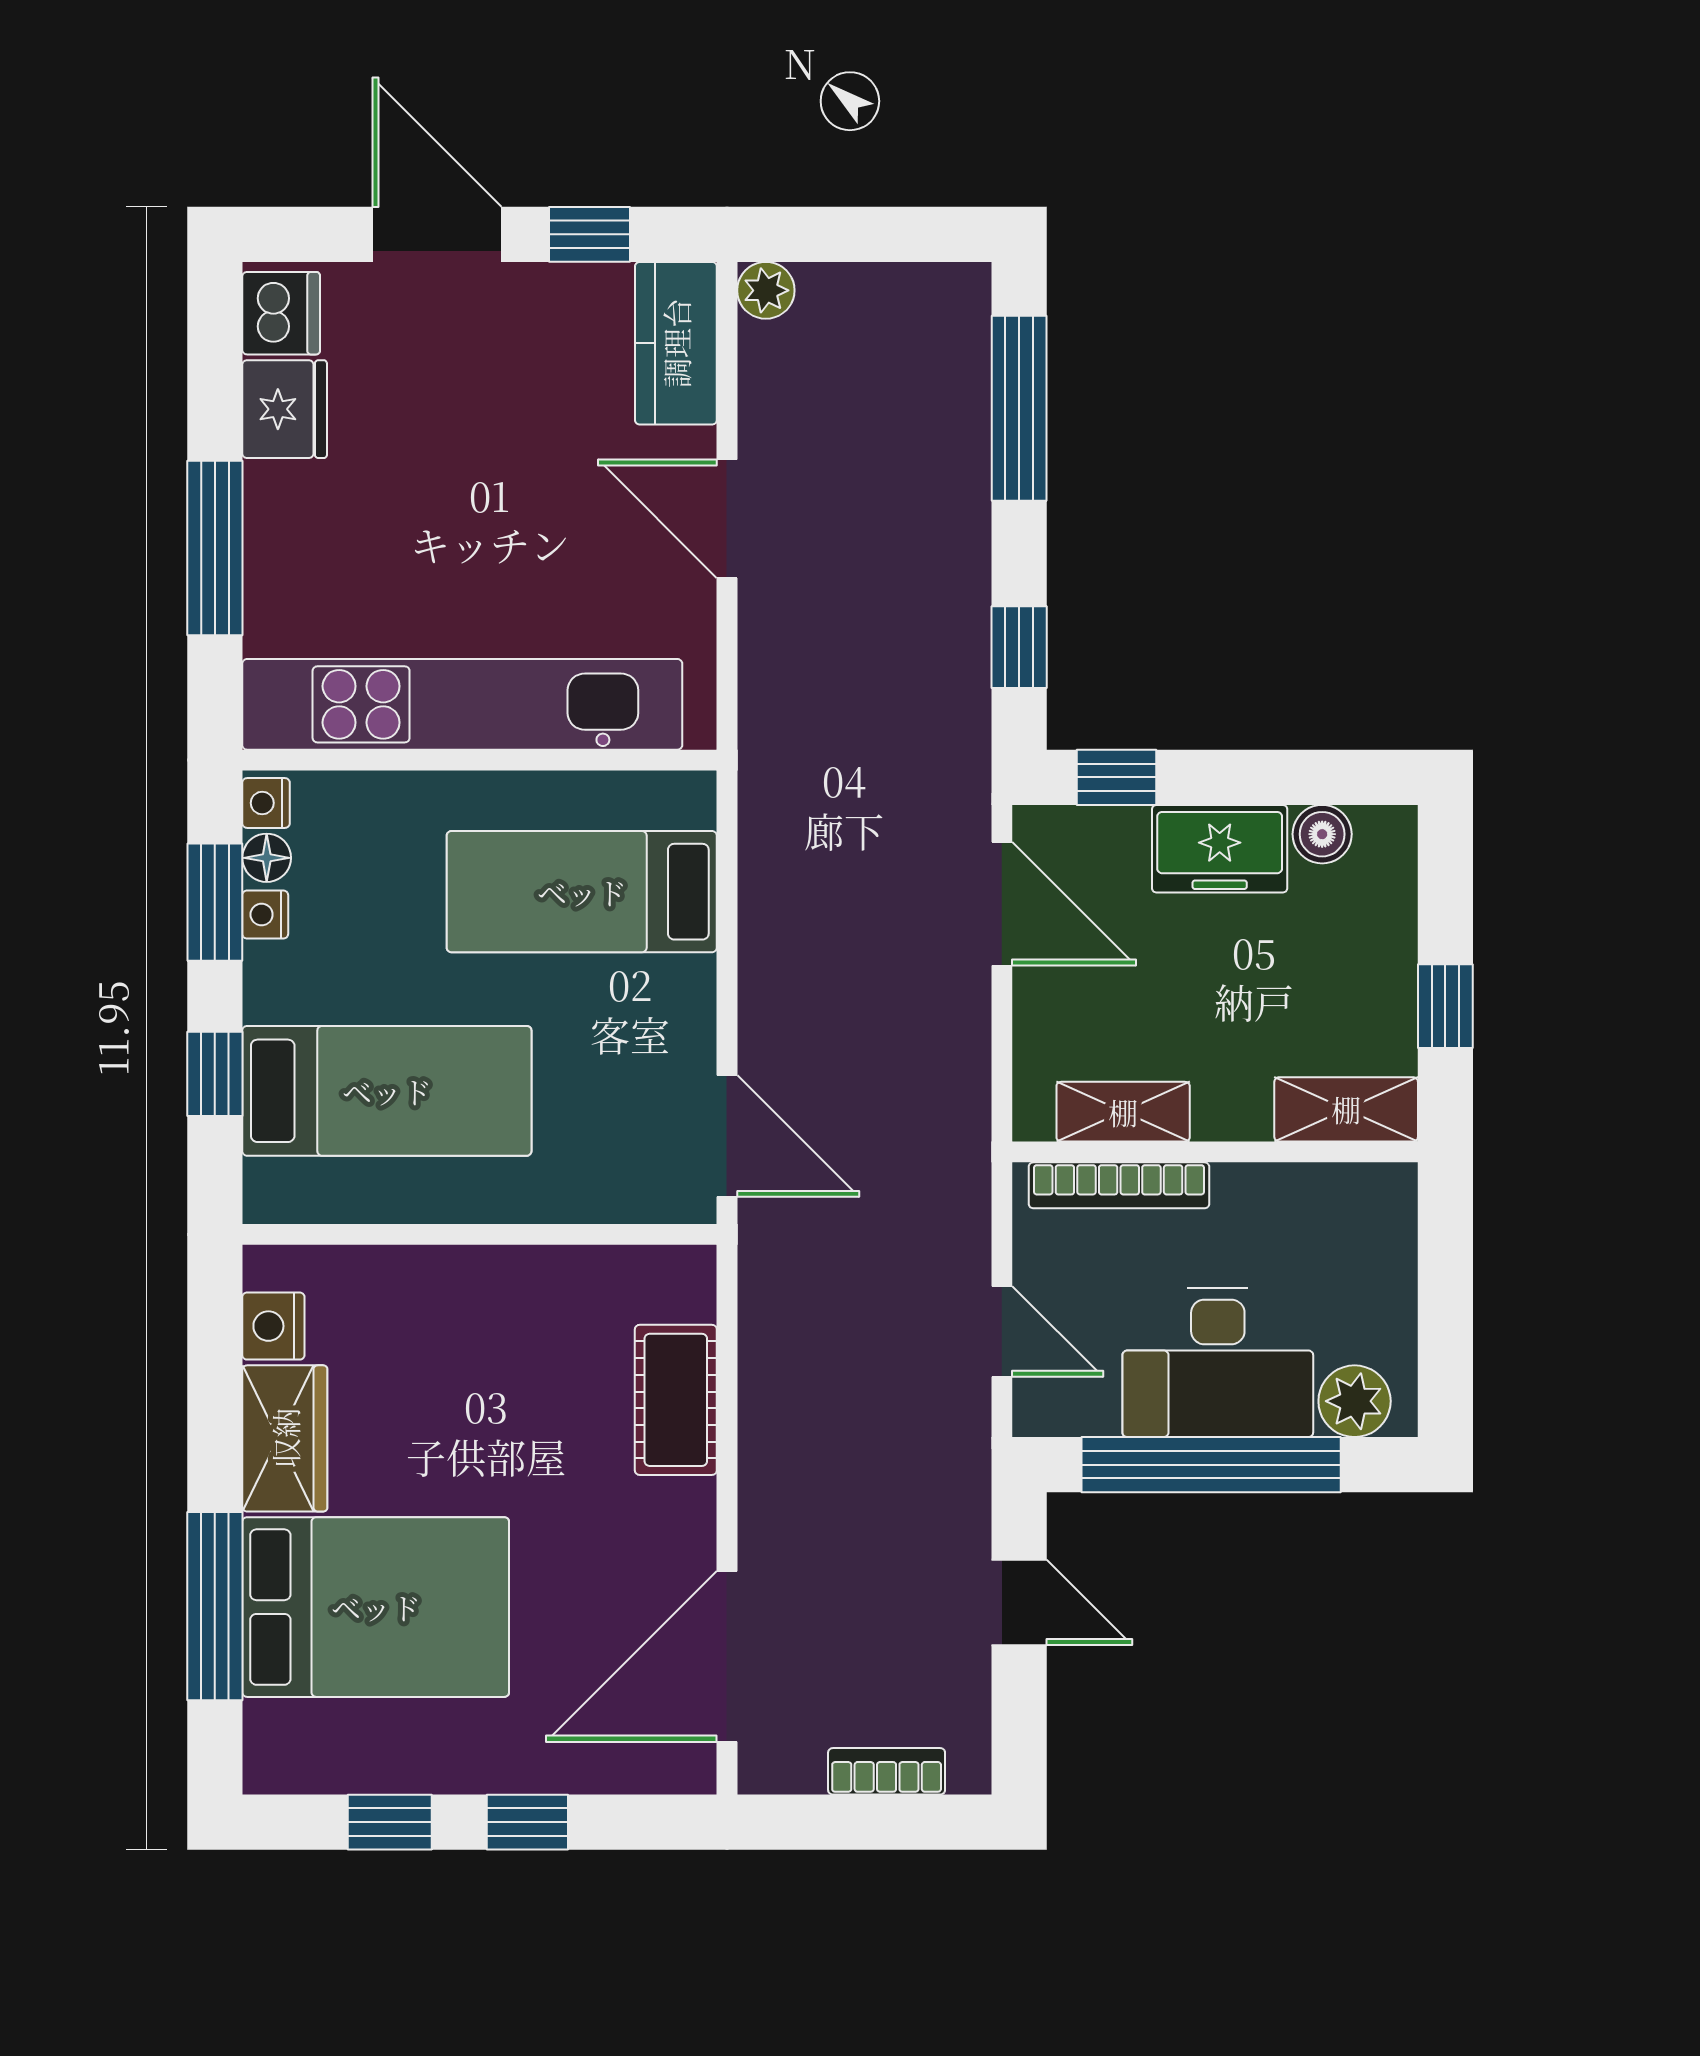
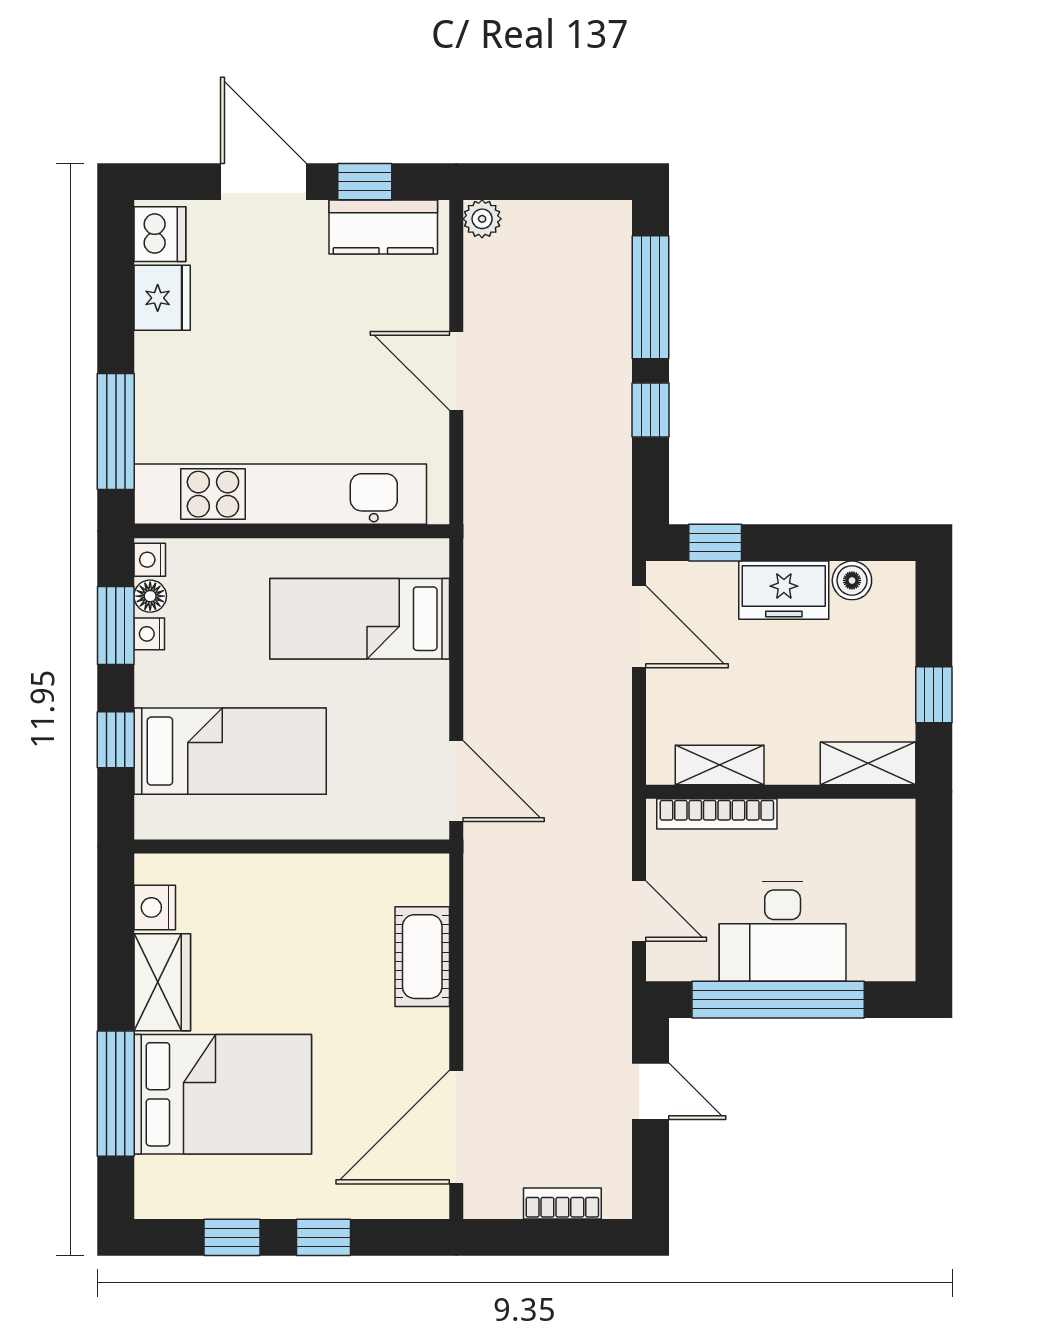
kitchen counter: (676, 343) -> (383, 227), moved, turned -90
window: (215, 548) -> (116, 432), moved
window: (1019, 647) -> (650, 410), moved
plant: (1355, 1401) -> (873, 957), removed

